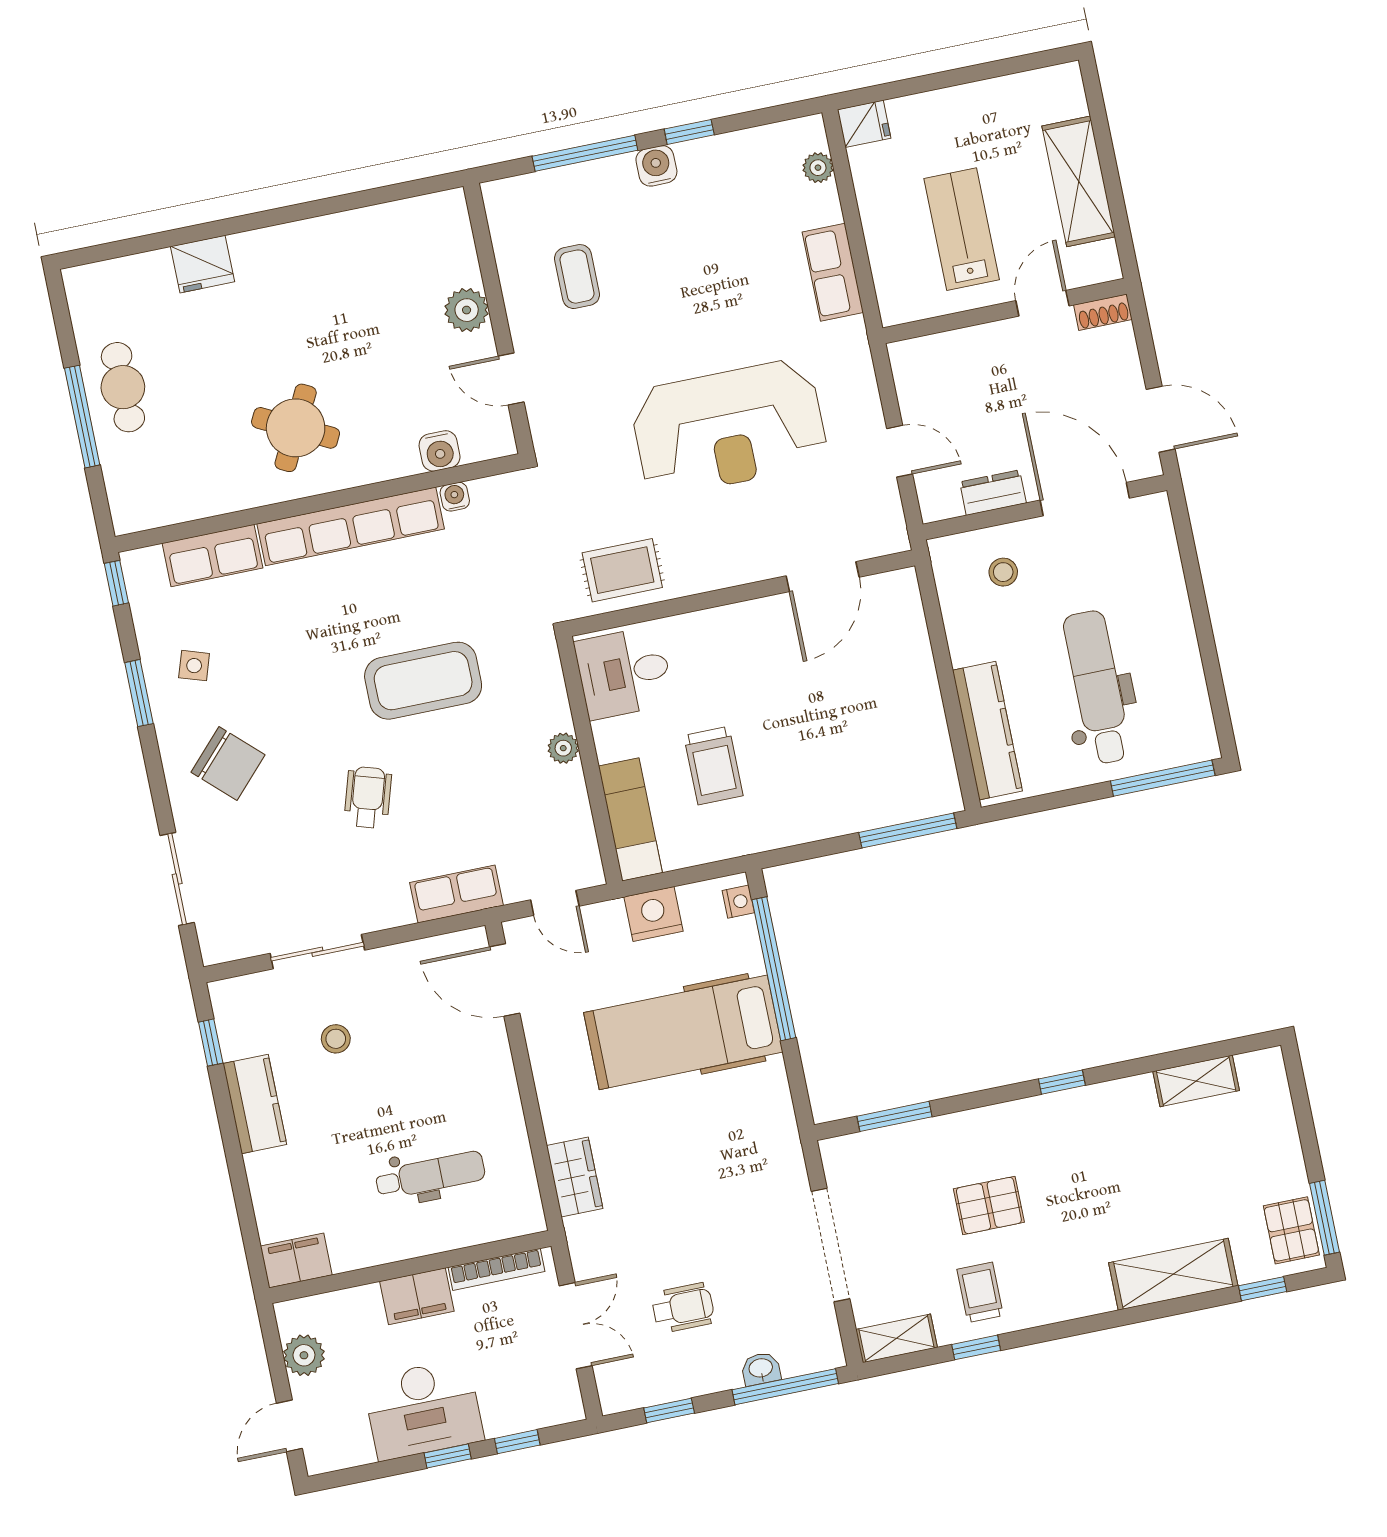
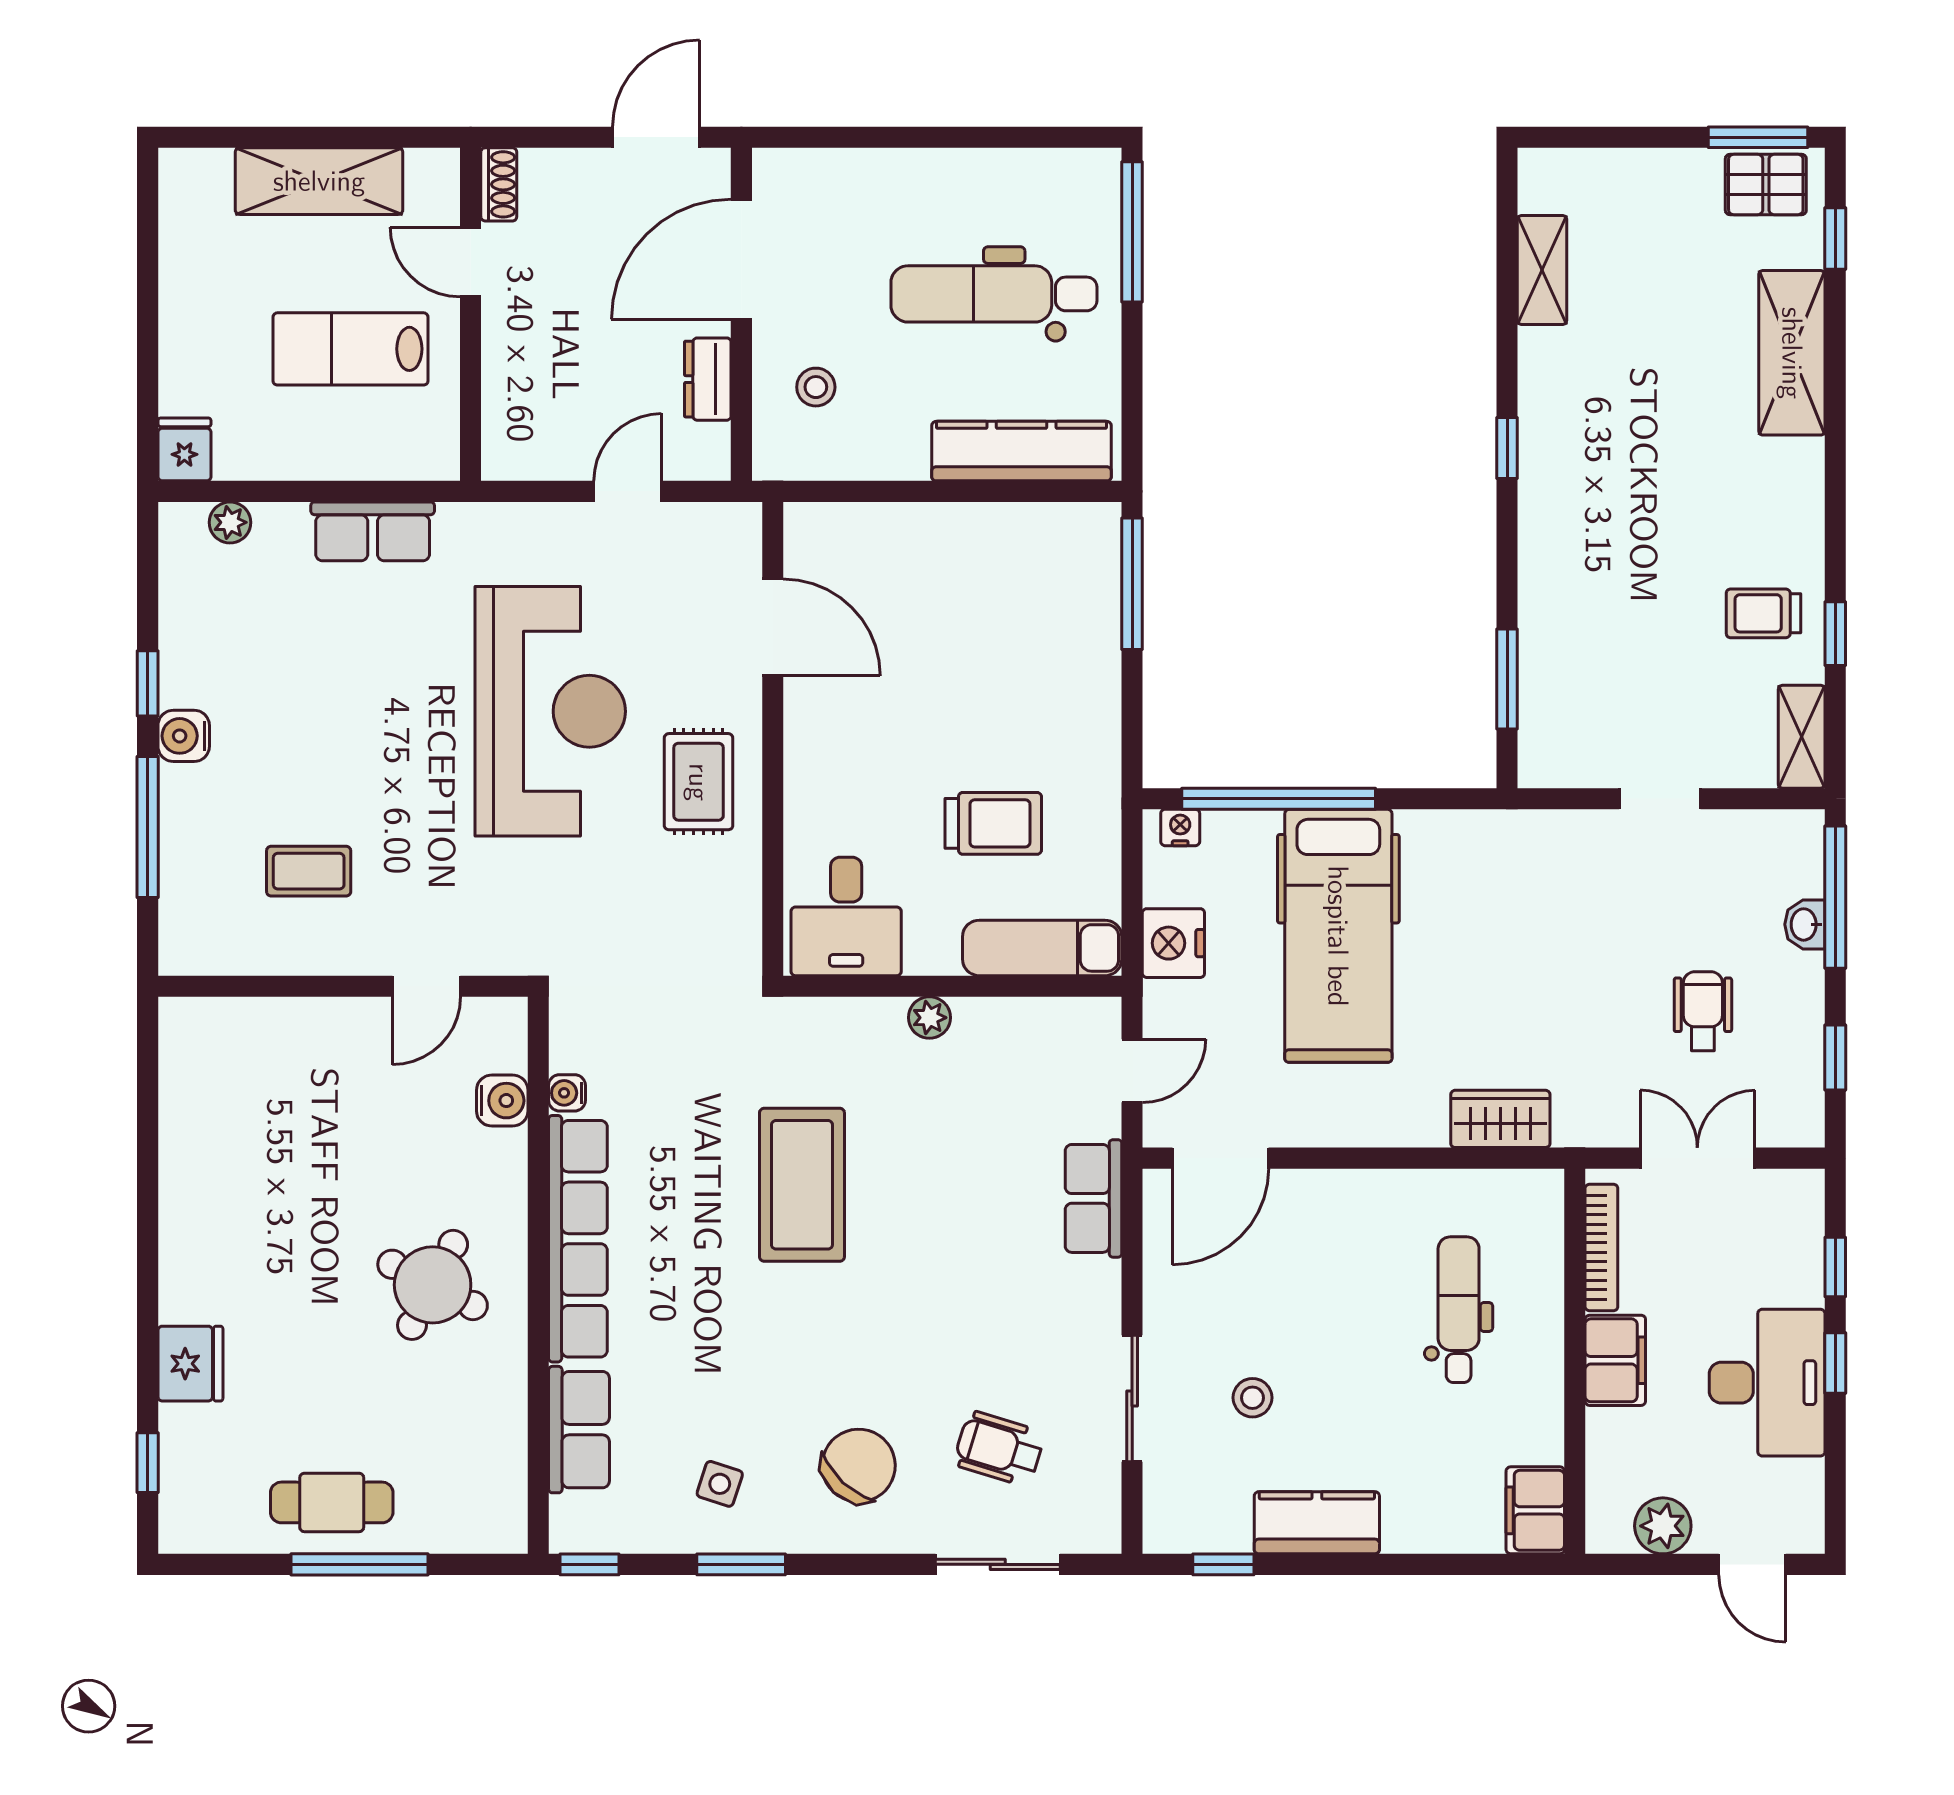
window: (124, 248) -> (148, 1463), added
plant: (467, 310) -> (323, 1026), removed
rug: (622, 570) -> (699, 782), moved
wheelchair: (368, 797) -> (999, 1449), moved
pallet: (989, 1206) -> (1651, 578), removed
doorway: (830, 1245) -> (1660, 799), width x0.53

